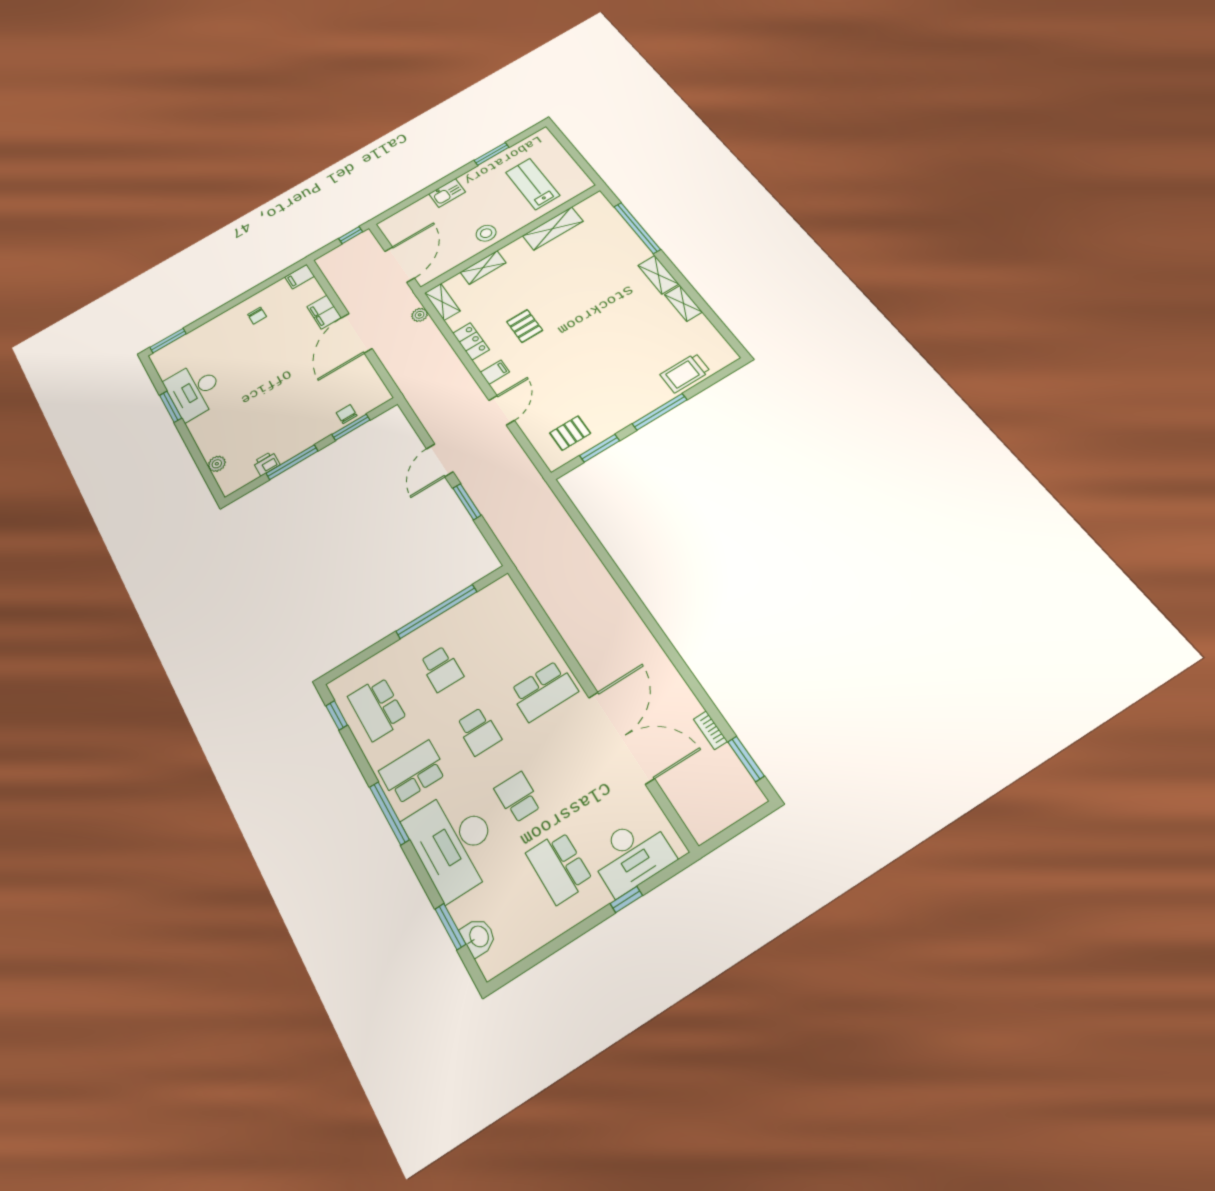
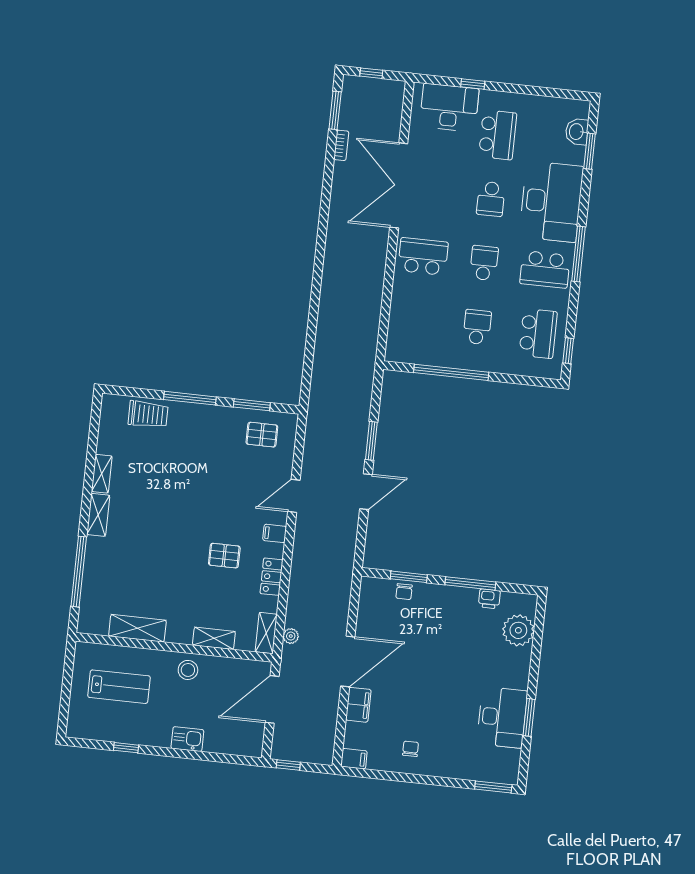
window: (491, 154) -> (126, 748), width x0.67
lab bench: (533, 184) -> (119, 687), turned -90
pallet: (525, 326) -> (224, 556), turned 90
plant: (217, 464) -> (518, 630), width x1.87, depth x1.87
window: (741, 826) -> (371, 73), added

